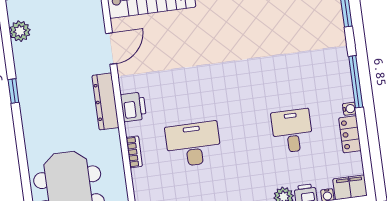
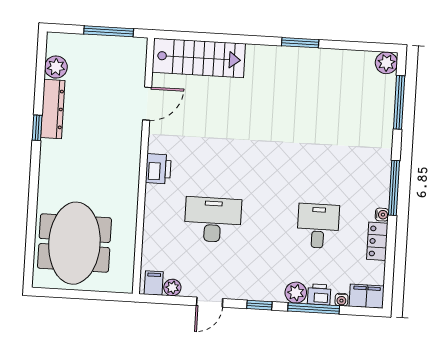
dresser: (105, 101) -> (53, 109), moved, turned 180
bookcase: (134, 152) -> (150, 216), removed

